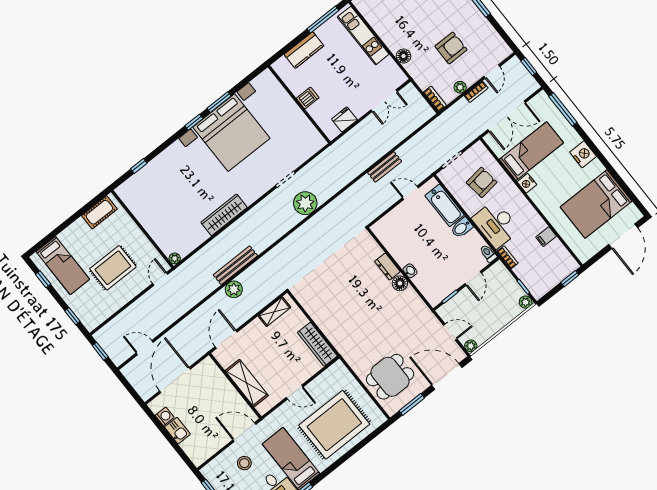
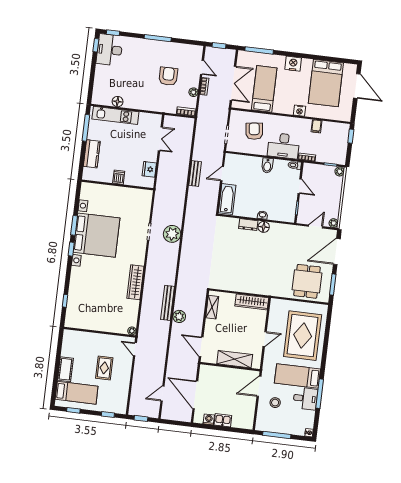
floor lamp: (403, 56) -> (118, 102), moved
nightstand: (527, 183) -> (300, 111), moved
bathtub: (445, 205) -> (227, 199), moved, turned -90
cot: (99, 212) -> (65, 369), moved
rug: (113, 268) -> (104, 368), width x0.73, depth x0.70

